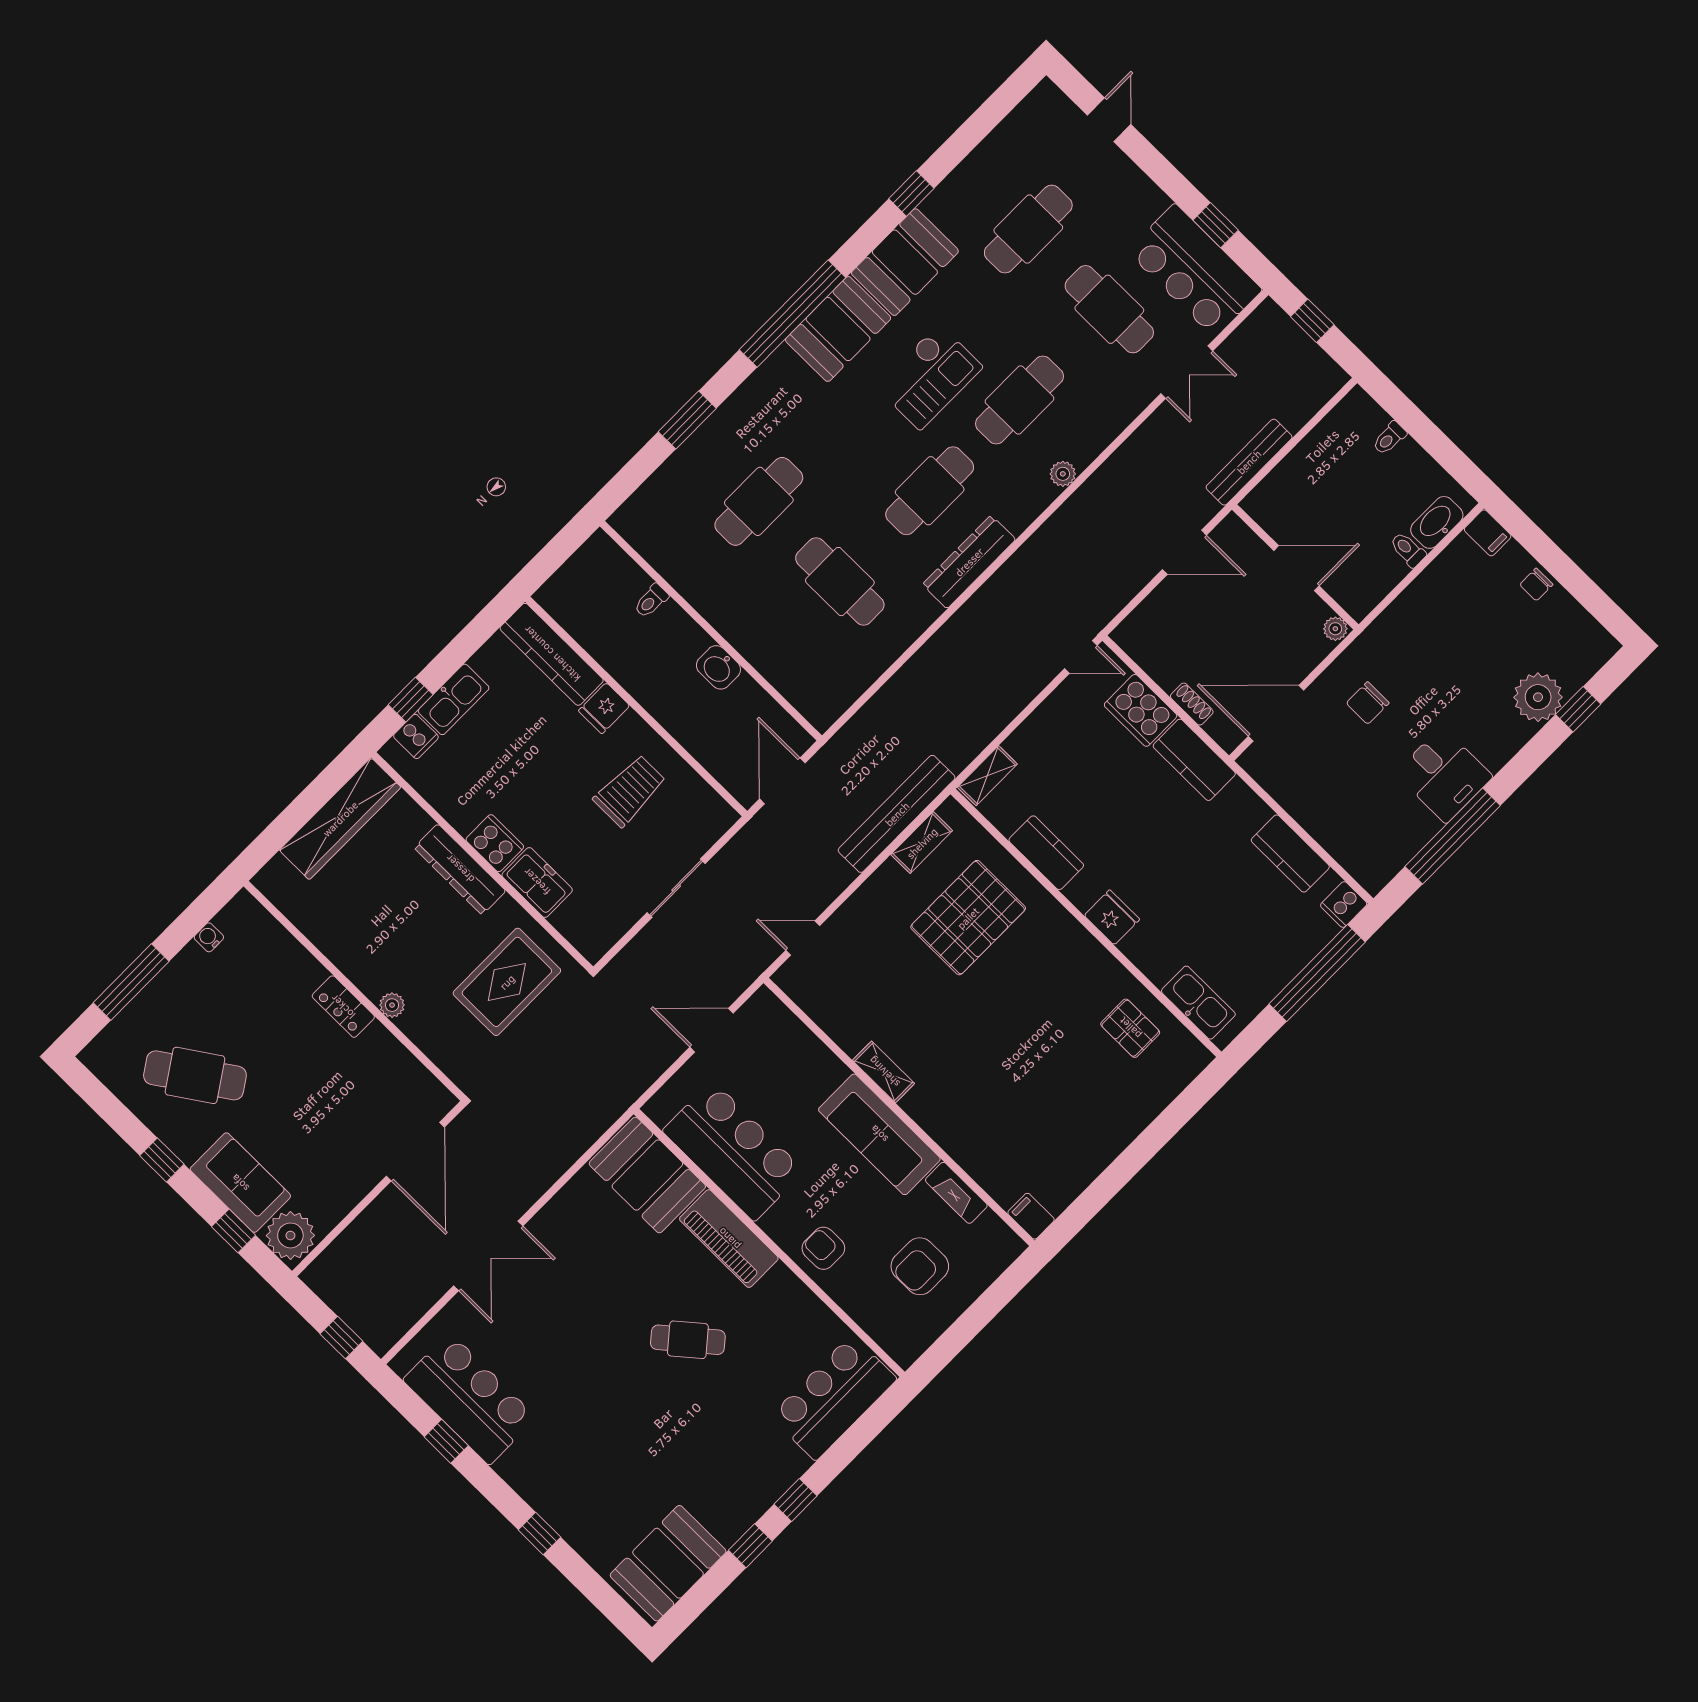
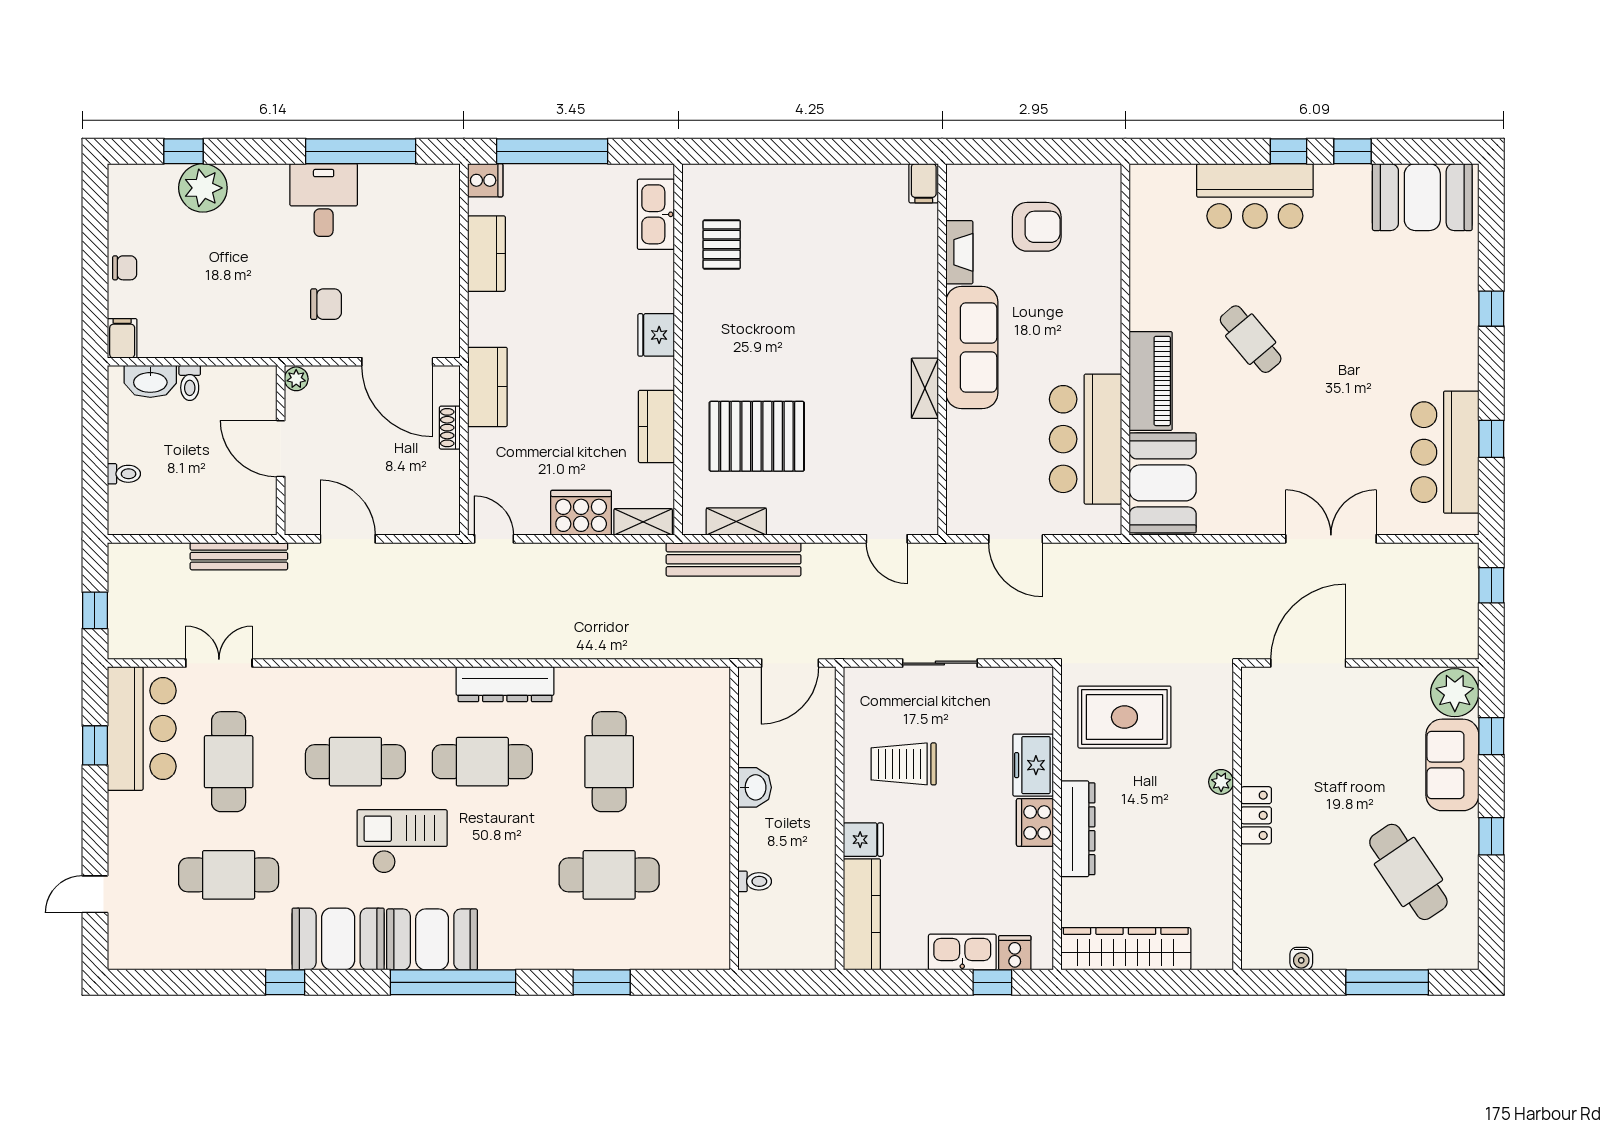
plant: (1063, 474) -> (377, 679), removed
cooker: (1141, 710) -> (581, 513), moved, turned -90
armchair: (823, 1248) -> (1091, 307), removed
bar counter: (834, 1398) -> (1255, 196), moved

